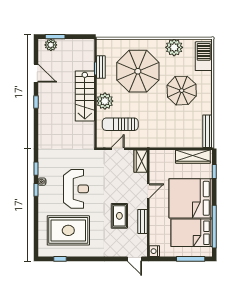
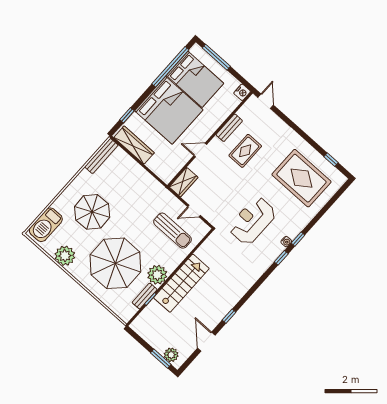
plant: (105, 101) -> (157, 275), moved
reception desk: (76, 189) -> (252, 221), moved

